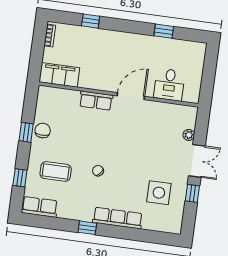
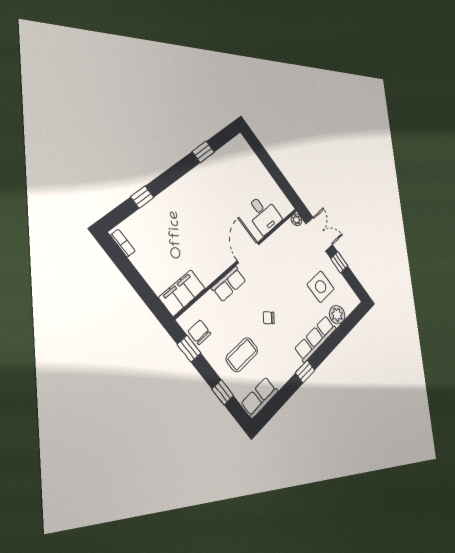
filing cabinet: (59, 75) -> (182, 293), moved
desk: (169, 85) -> (263, 214), moved
wall: (119, 94) -> (239, 261), moved
door: (131, 96) -> (248, 253), moved
row of seats: (96, 101) -> (229, 284), moved
plant: (151, 222) -> (337, 315), added

